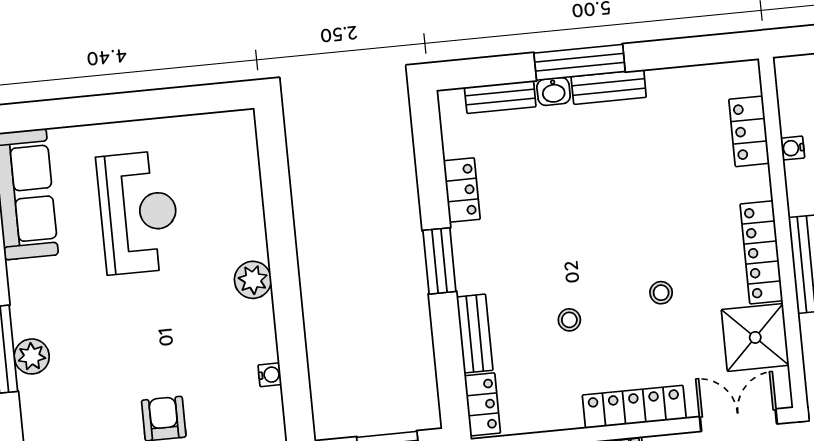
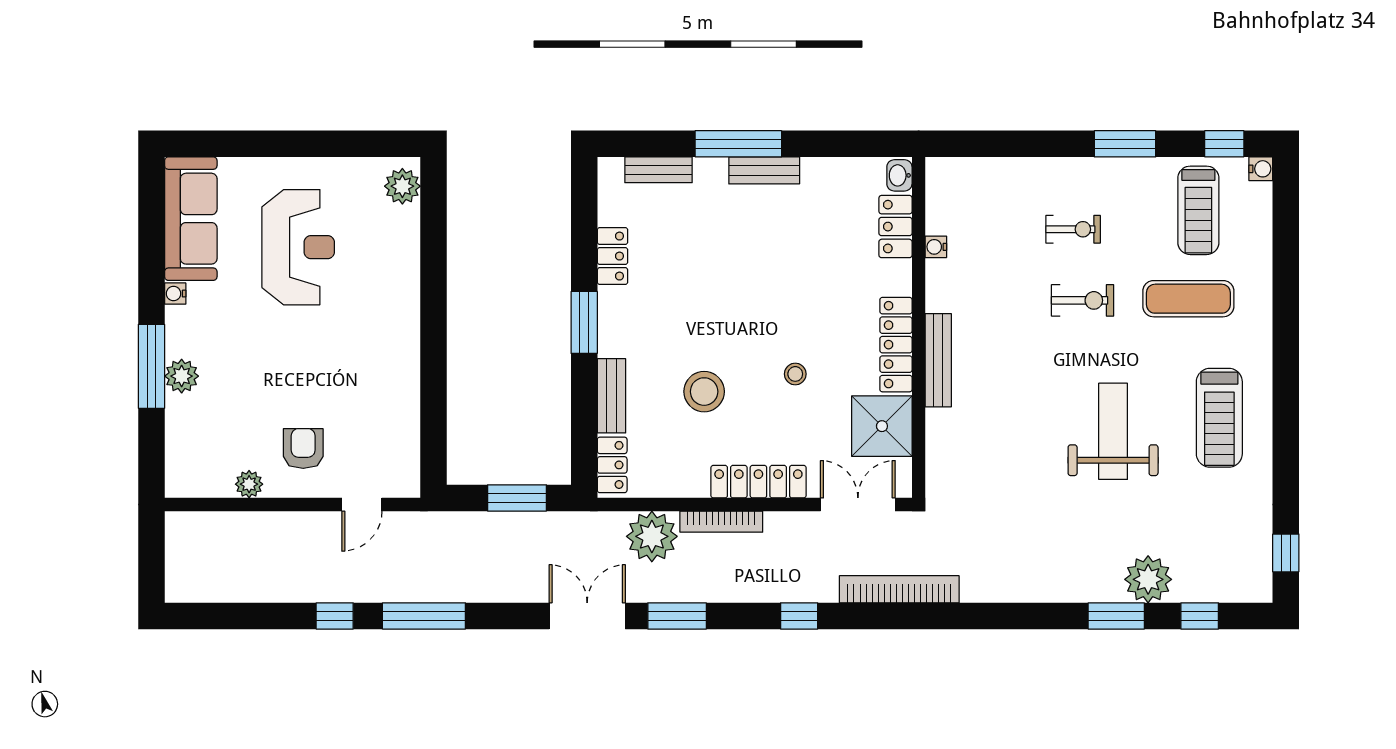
washbasin: (554, 92) -> (899, 175), moved, turned 90
plant: (253, 280) -> (402, 186), moved
stool: (569, 320) -> (704, 392), width x1.89, depth x1.89
water cooler: (270, 375) -> (175, 294), moved, turned 180

